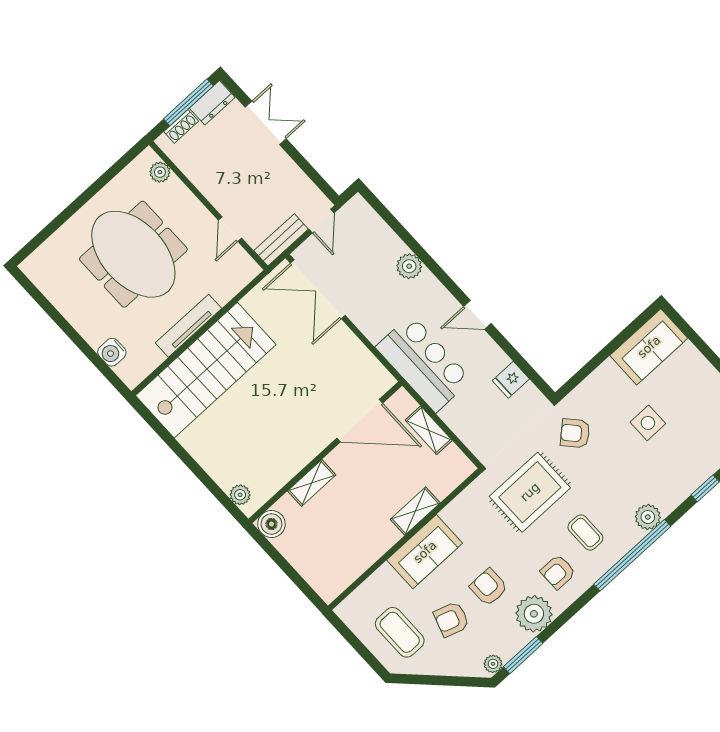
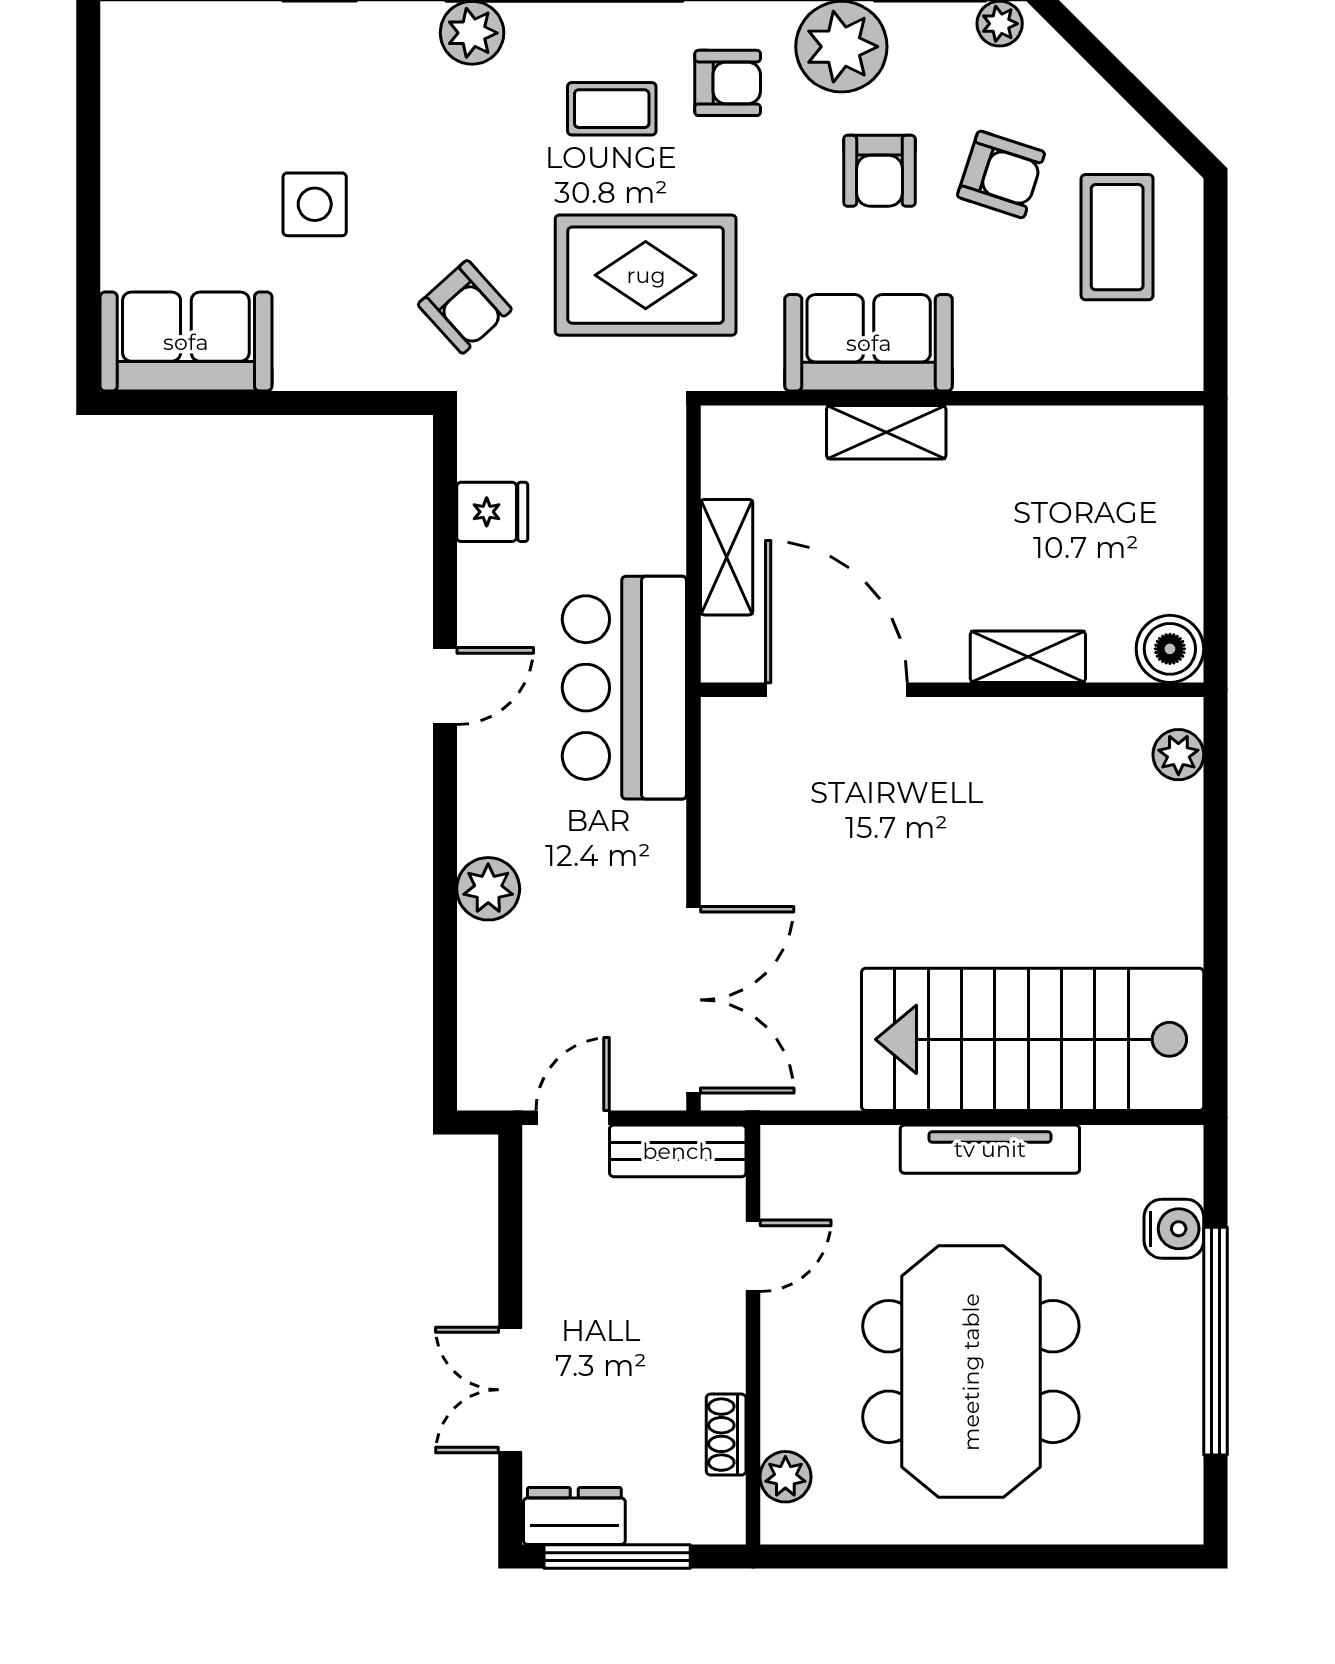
shoe rack: (181, 126) -> (726, 1435), moved, turned -90
door: (477, 315) -> (445, 686), hinge flipped
window: (69, 330) -> (1215, 1341), added
coffee table: (585, 533) -> (612, 109), turned 90
sofa: (425, 552) -> (869, 343), moved

